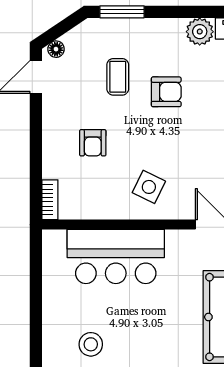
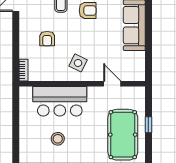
stool: (91, 344) -> (58, 139), moved

